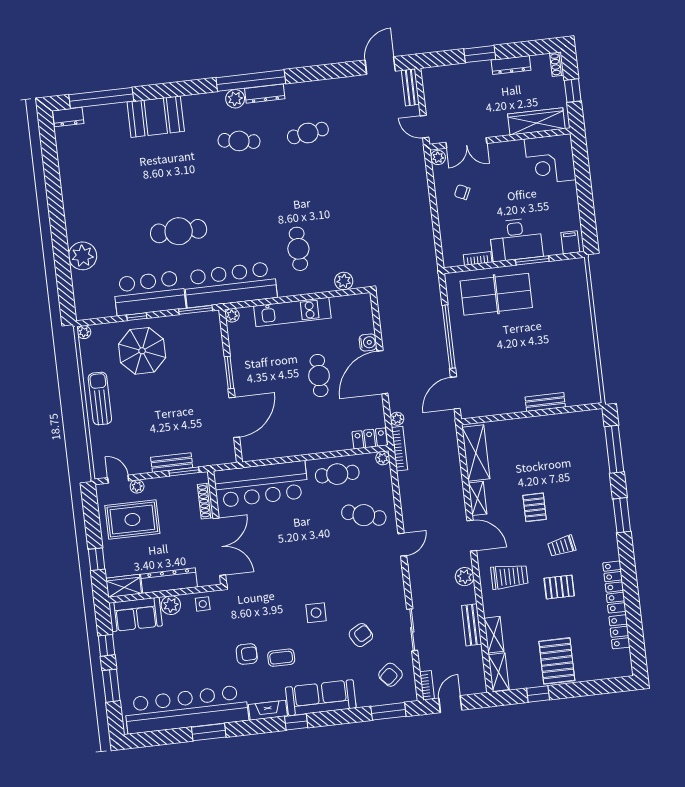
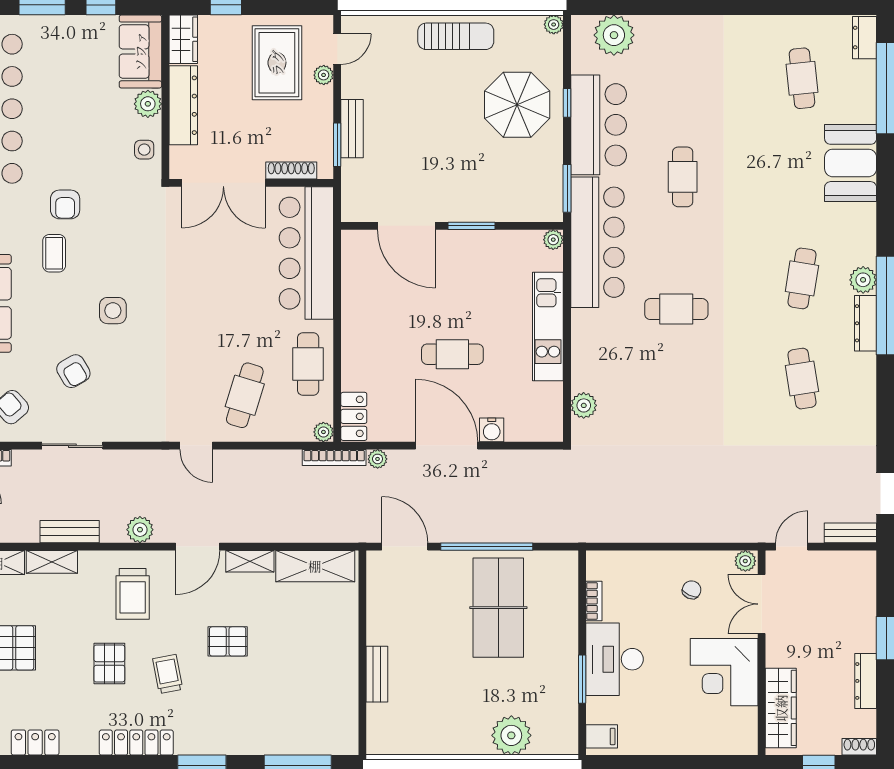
cafe table: (101, 157) -> (802, 78), added
corner desk: (550, 159) -> (724, 672), moved, turned -90
cafe table: (179, 231) -> (683, 177), width x0.73, depth x0.74
cafe table: (298, 249) -> (676, 309), moved
plant: (83, 256) -> (614, 35), moved
table tennis table: (496, 294) -> (498, 608), moved
plant: (577, 305) -> (511, 735), added
locker: (614, 587) -> (136, 743), moved

